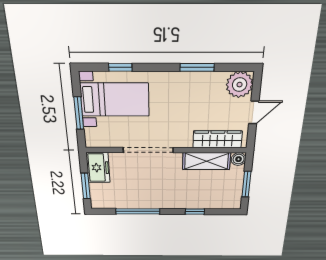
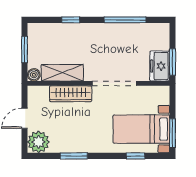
window: (79, 113) -> (172, 133), moved
wardrobe: (217, 139) -> (71, 94), moved
window: (86, 186) -> (172, 62), moved

